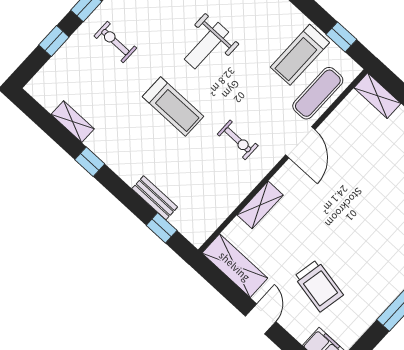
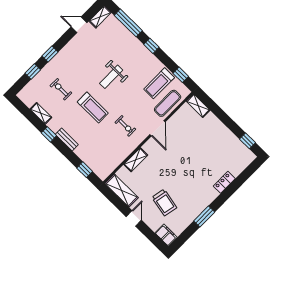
exercise bike: (115, 42) -> (61, 89), moved
bench: (155, 198) -> (67, 139), moved

